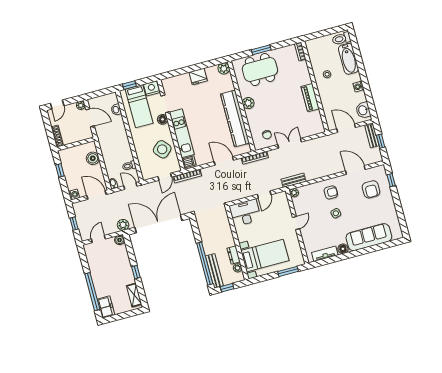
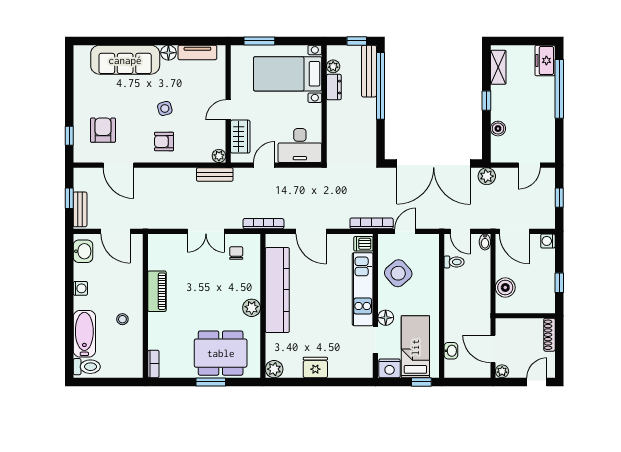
wardrobe: (284, 208) -> (240, 137), added
boiler: (120, 240) -> (498, 129), moved

